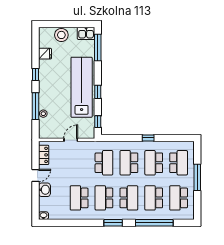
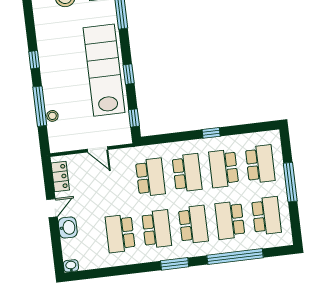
fridge: (45, 54) -> (44, 27), removed
door: (71, 140) -> (97, 149), swing flipped
school desk: (129, 163) -> (187, 173), turned 180
school desk: (104, 198) -> (157, 229), turned 180
school desk: (179, 198) -> (266, 216), turned 180

